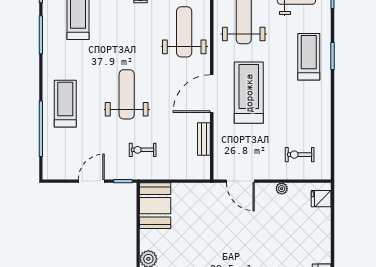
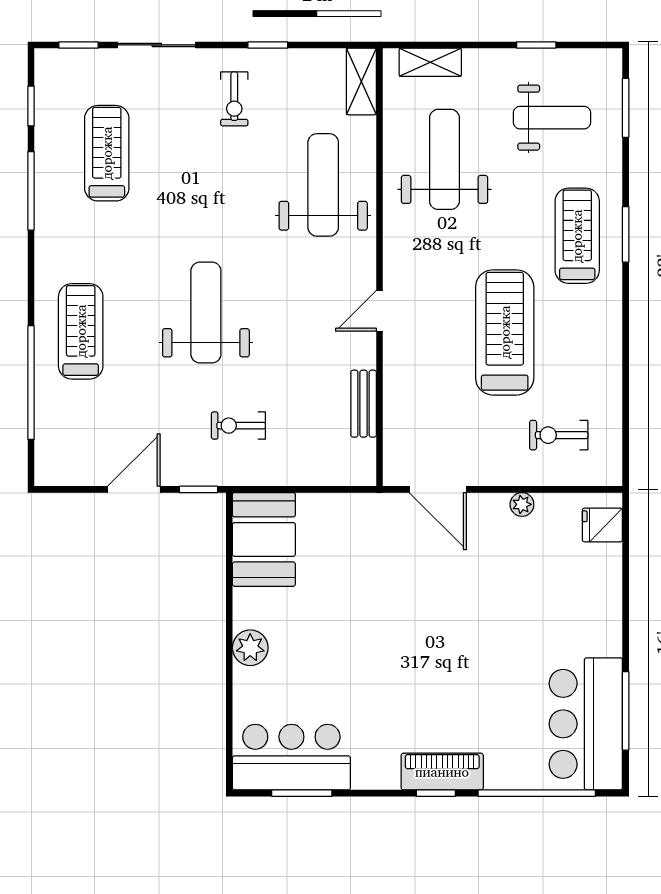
treadmill: (249, 93) -> (505, 332), moved
door: (212, 94) -> (380, 311), width x0.53

